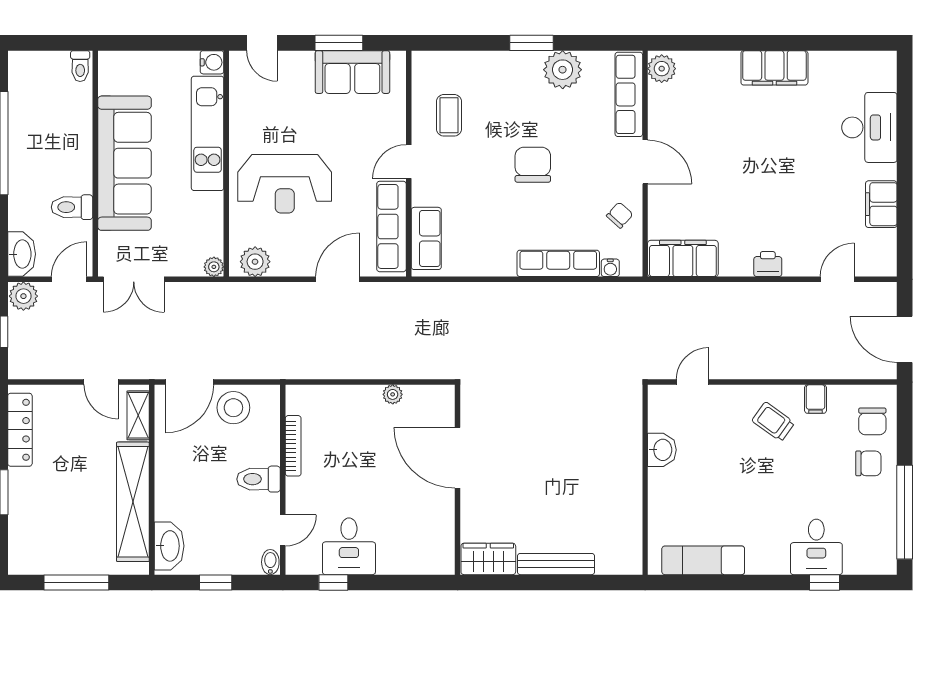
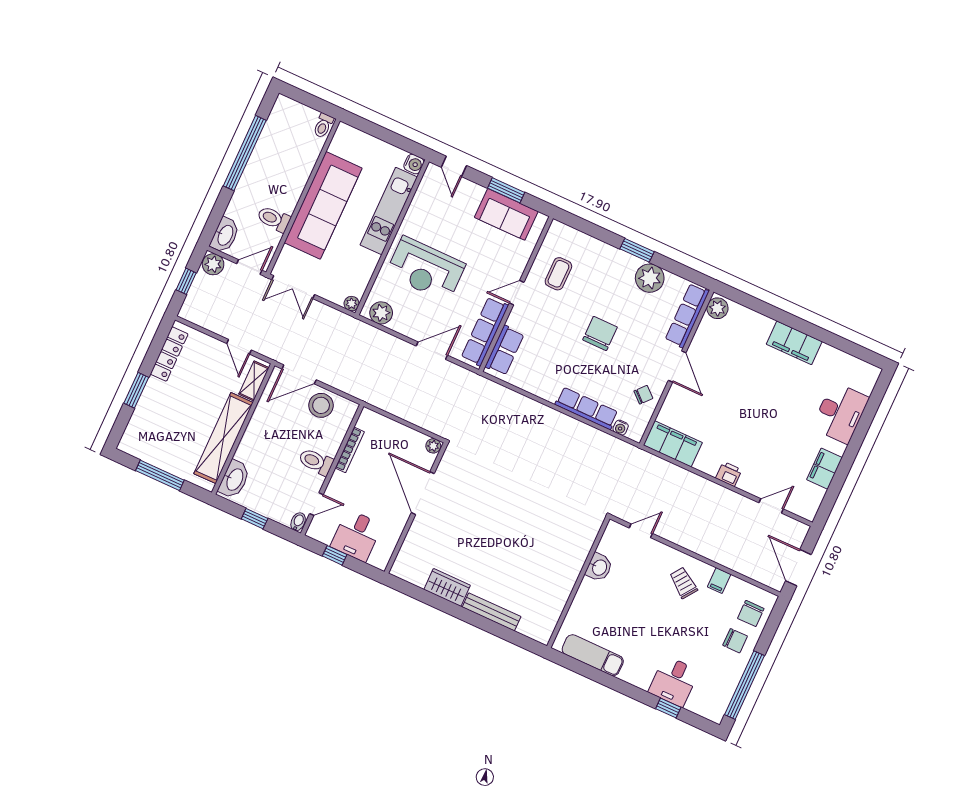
door: (458, 458) -> (423, 493), moved
wall: (458, 480) -> (416, 508), moved

